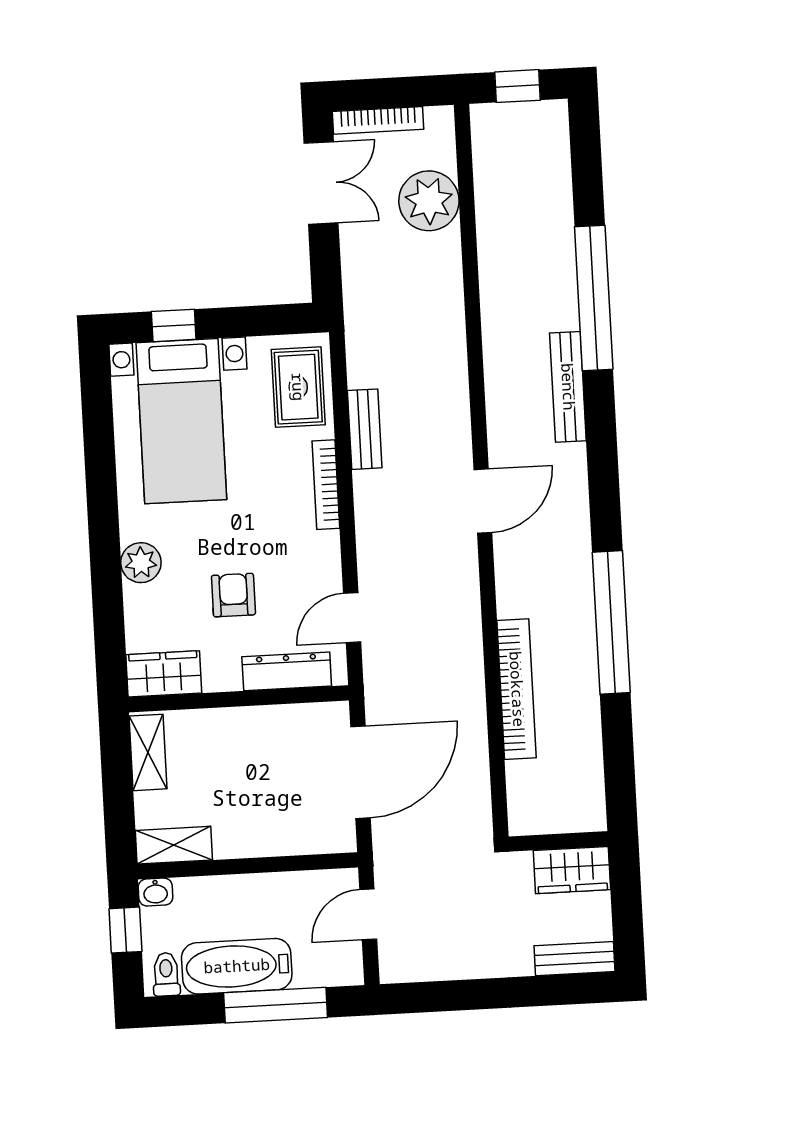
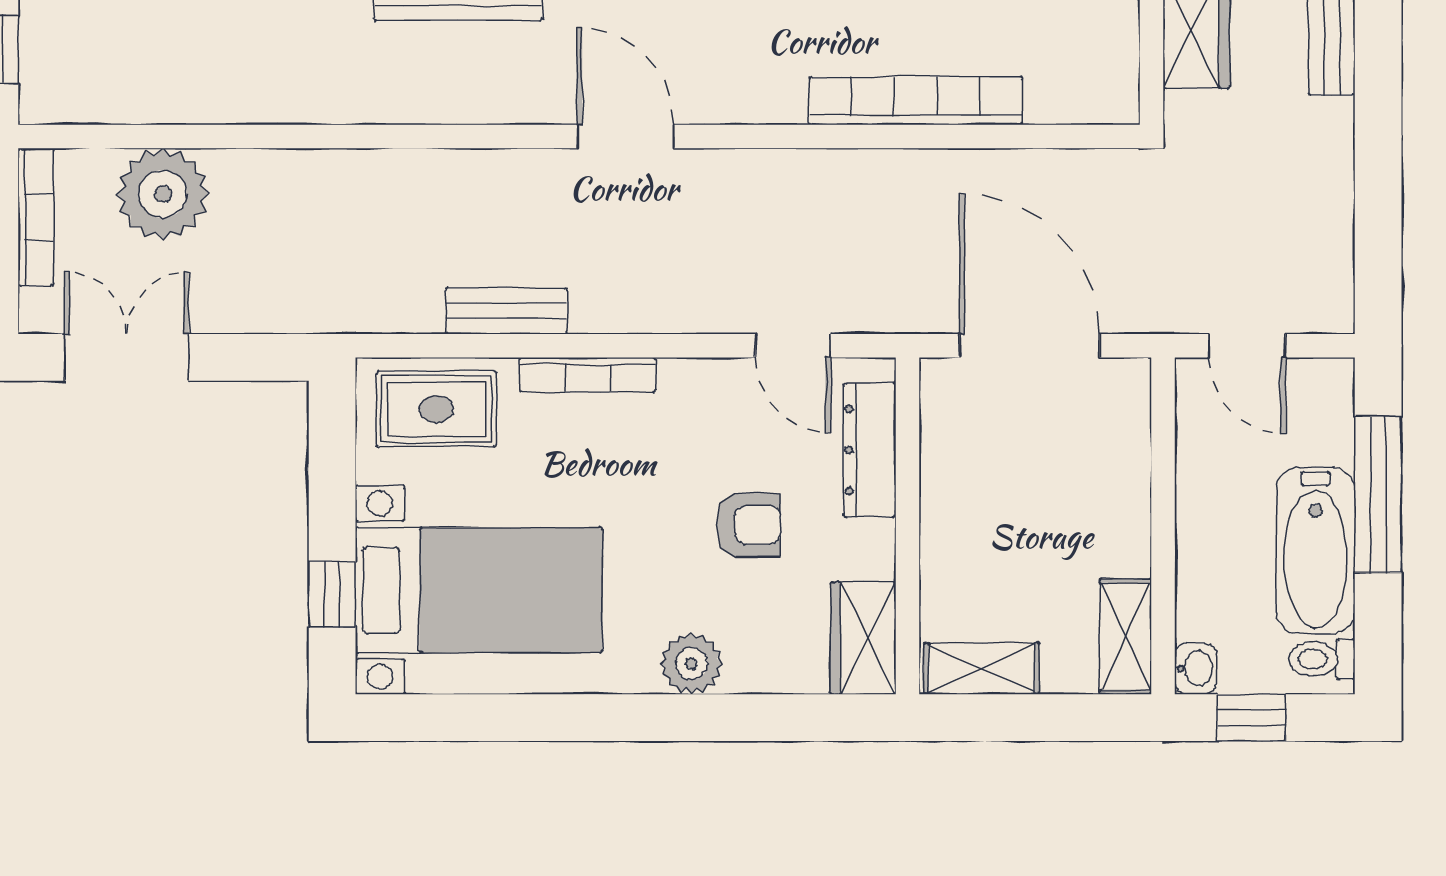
bookcase: (378, 120) -> (36, 217), moved
armchair: (233, 595) -> (749, 525), turned 180

